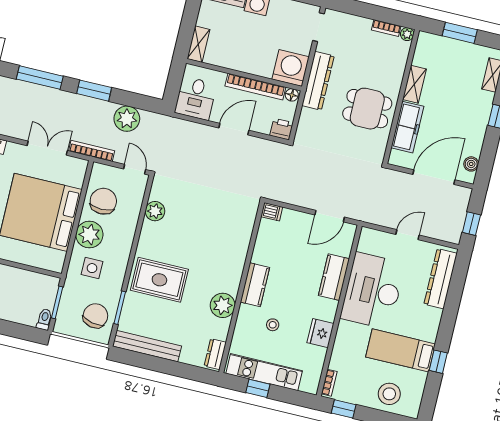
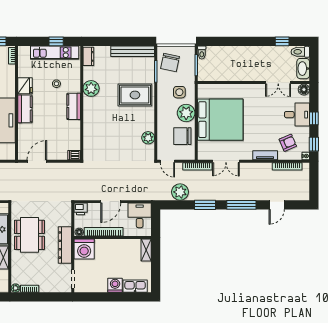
dining table: (367, 109) -> (29, 235), width x1.38
chair: (103, 201) -> (182, 136), turned 90
kitchen counter: (334, 277) -> (25, 109), moved

